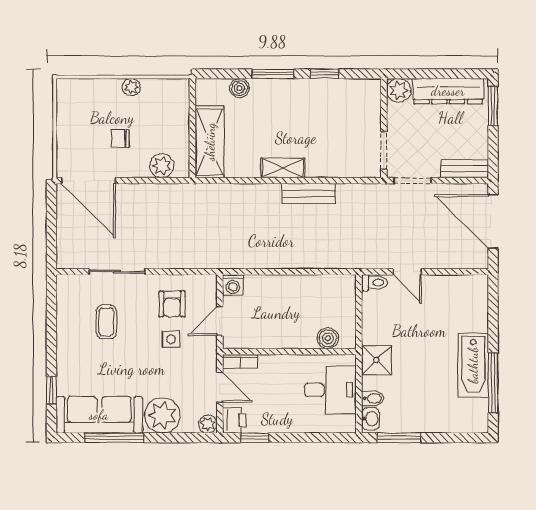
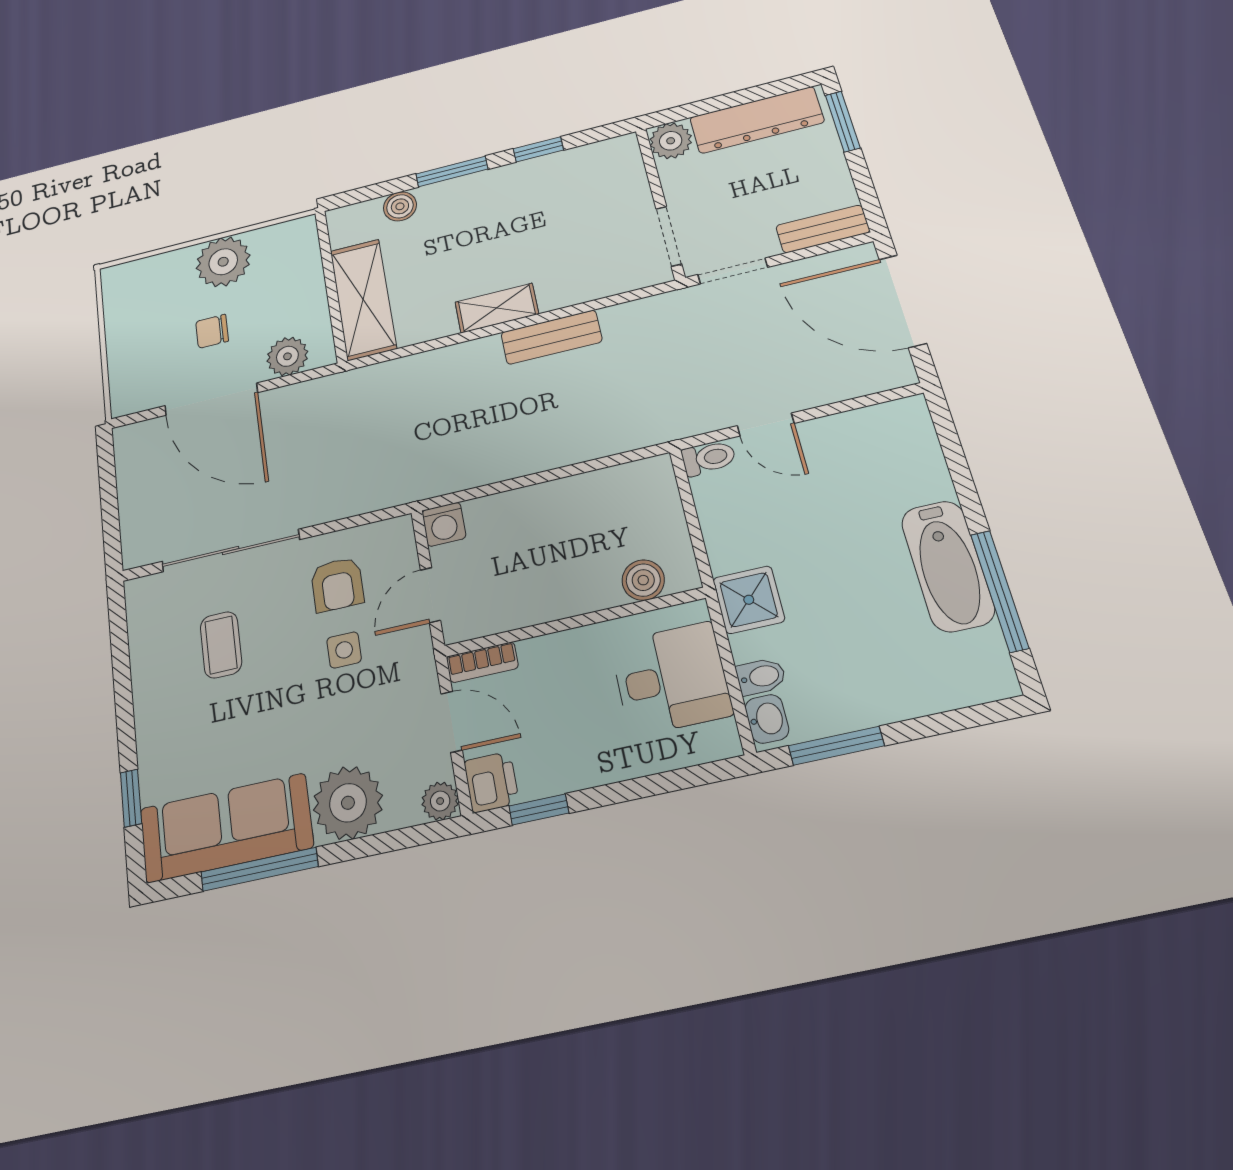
plant: (131, 87) -> (223, 262), width x1.87, depth x1.87
door: (88, 181) -> (211, 399), moved
sliding door: (117, 272) -> (231, 551), width x1.37

